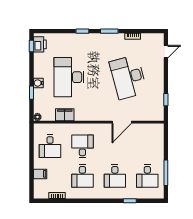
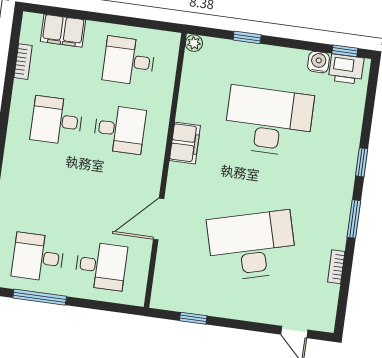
water cooler: (38, 83) -> (319, 62), moved
filing cabinet: (65, 115) -> (185, 143), moved
door: (122, 122) -> (159, 219), hinge flipped
filing cabinet: (40, 174) -> (63, 31), width x2.00
desk: (115, 176) -> (101, 266), moved, turned 180

